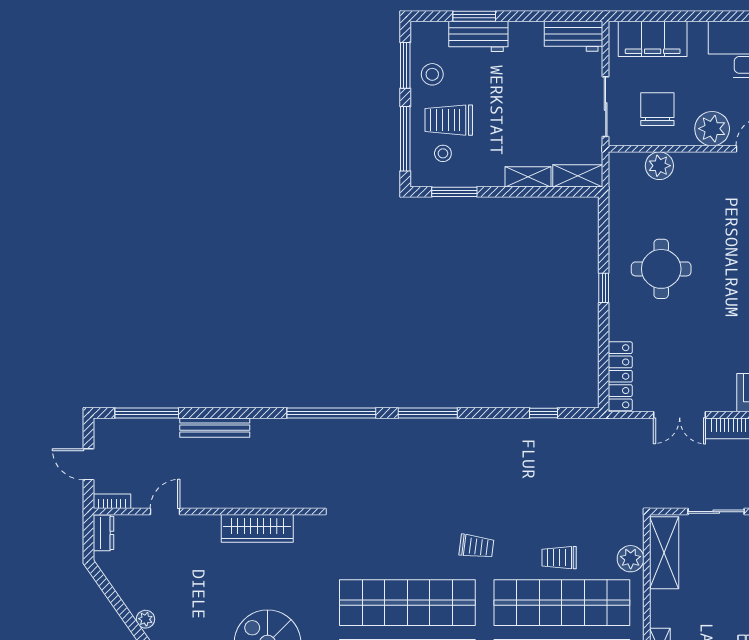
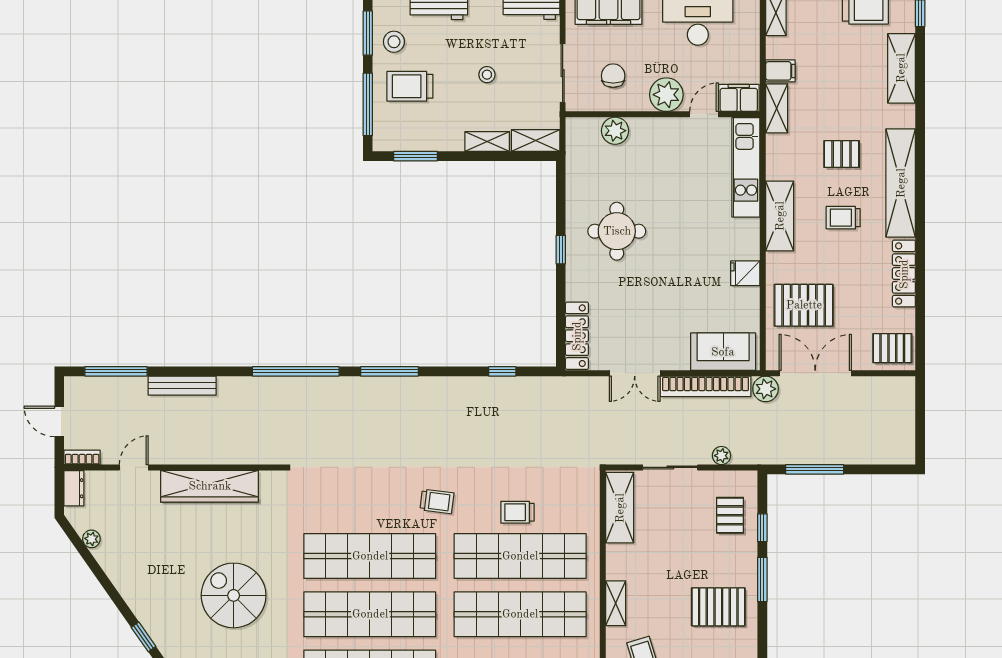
chair: (657, 109) -> (613, 76), width x0.73, depth x0.73
stool: (443, 153) -> (487, 75), moved
wardrobe: (257, 528) -> (210, 486), width x1.40, depth x1.17
plant: (631, 559) -> (587, 513), removed
plant: (145, 619) -> (91, 539), moved

